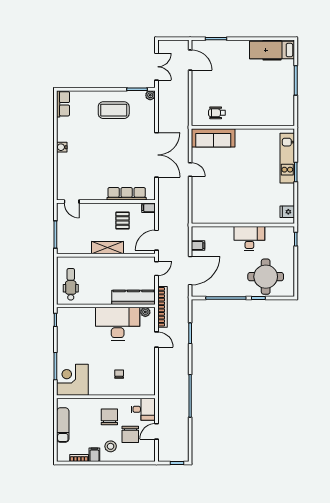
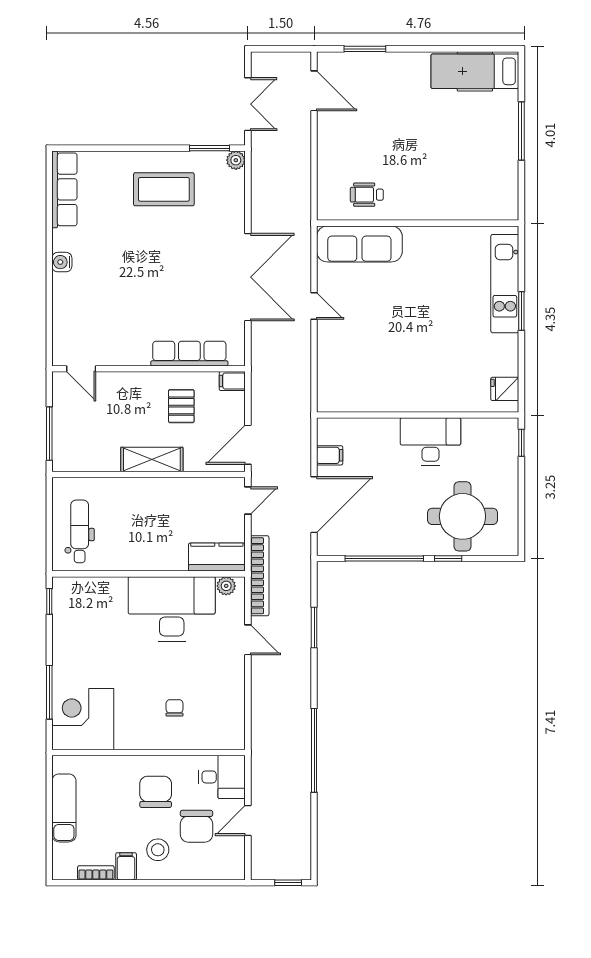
row of seats: (63, 104) -> (64, 189), width x1.48
kitchen counter: (133, 297) -> (217, 557), width x0.67

